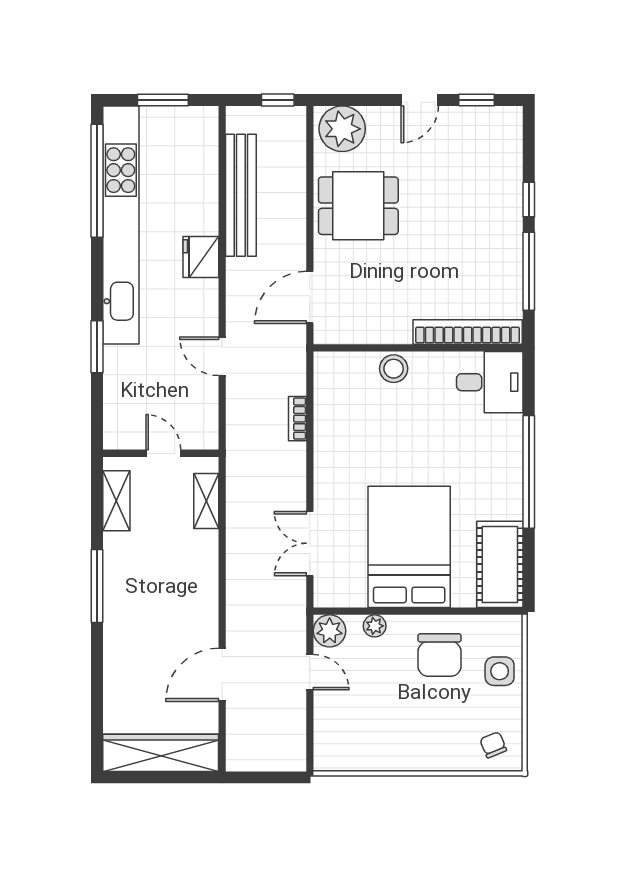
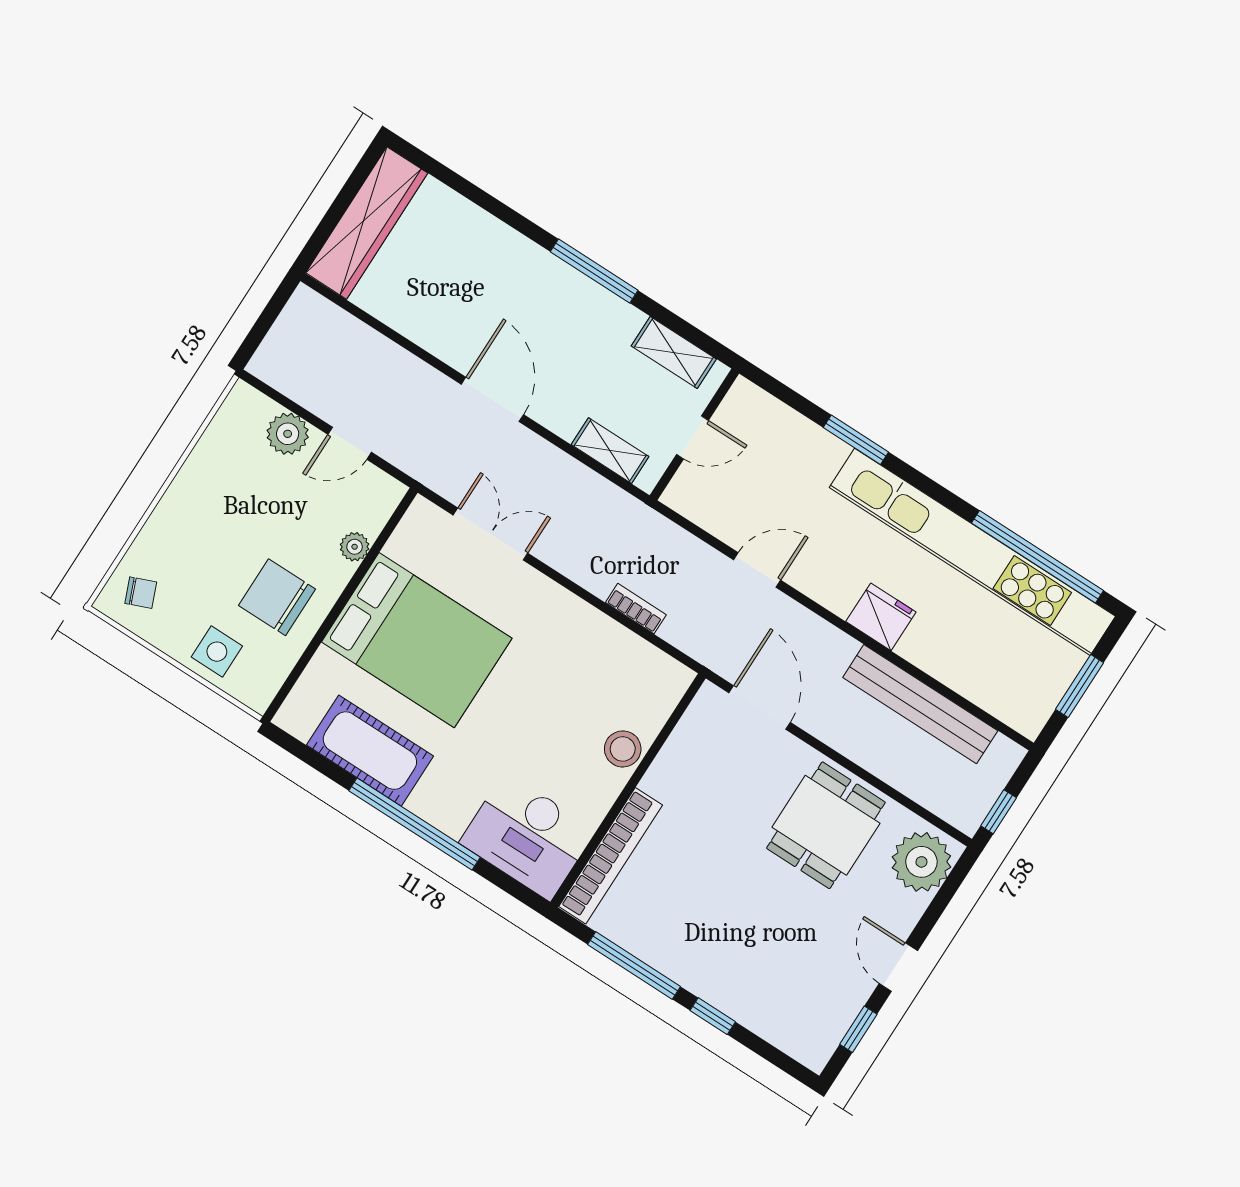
desk: (490, 382) -> (528, 836), width x1.37
cot: (500, 564) -> (370, 751), moved
plant: (330, 631) -> (288, 434), moved
door: (222, 675) -> (492, 399), moved

